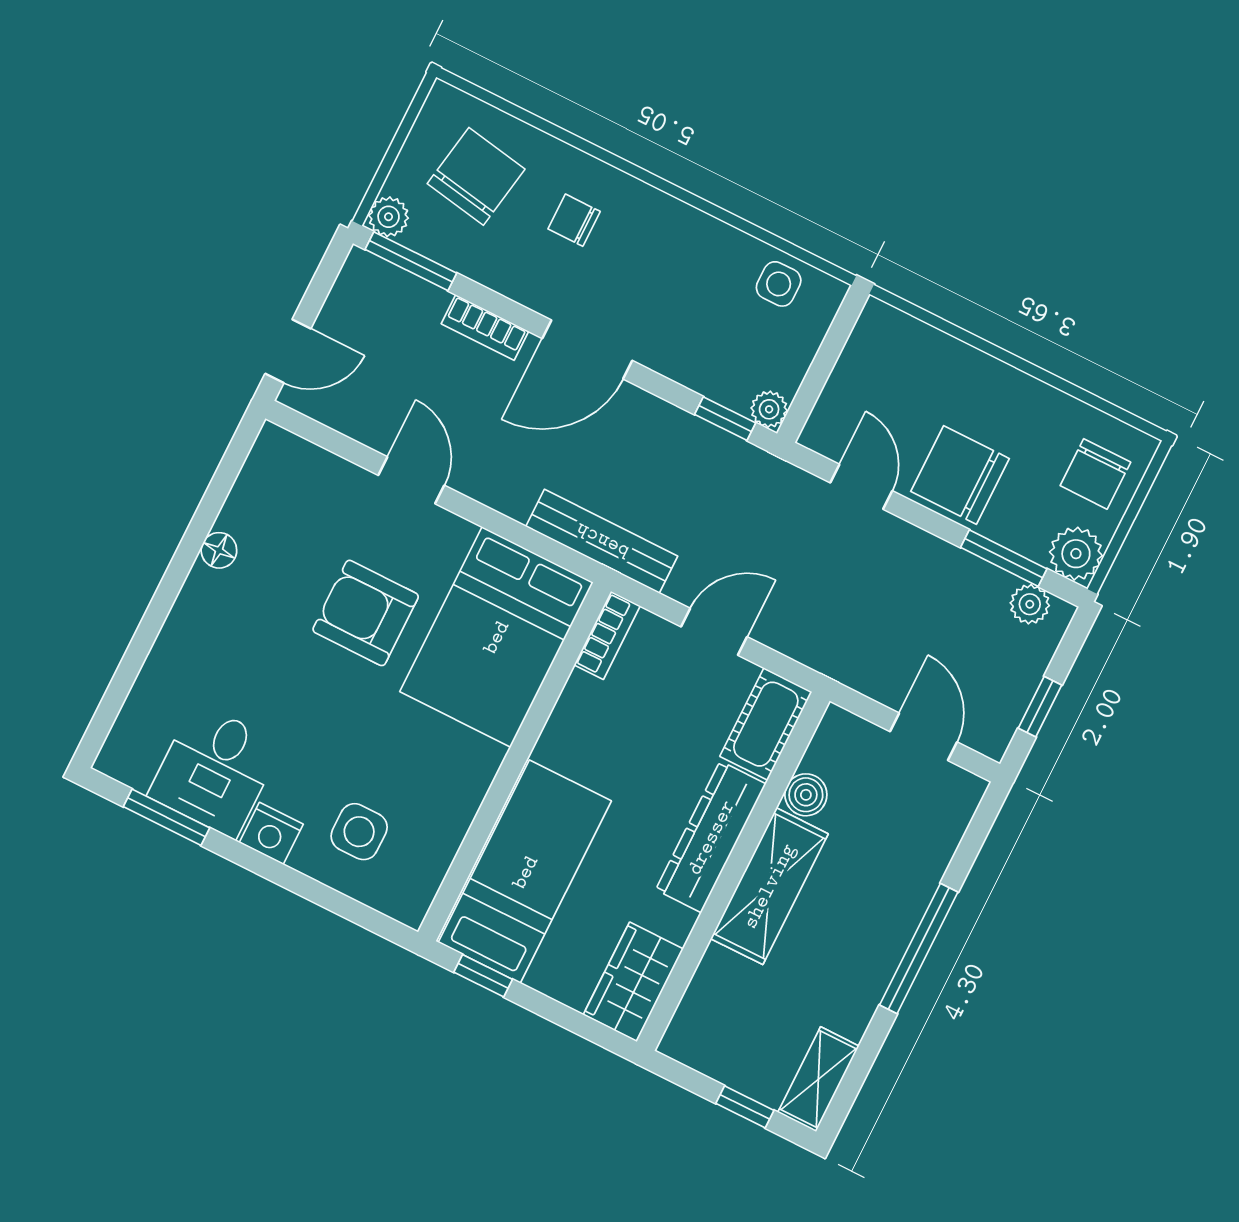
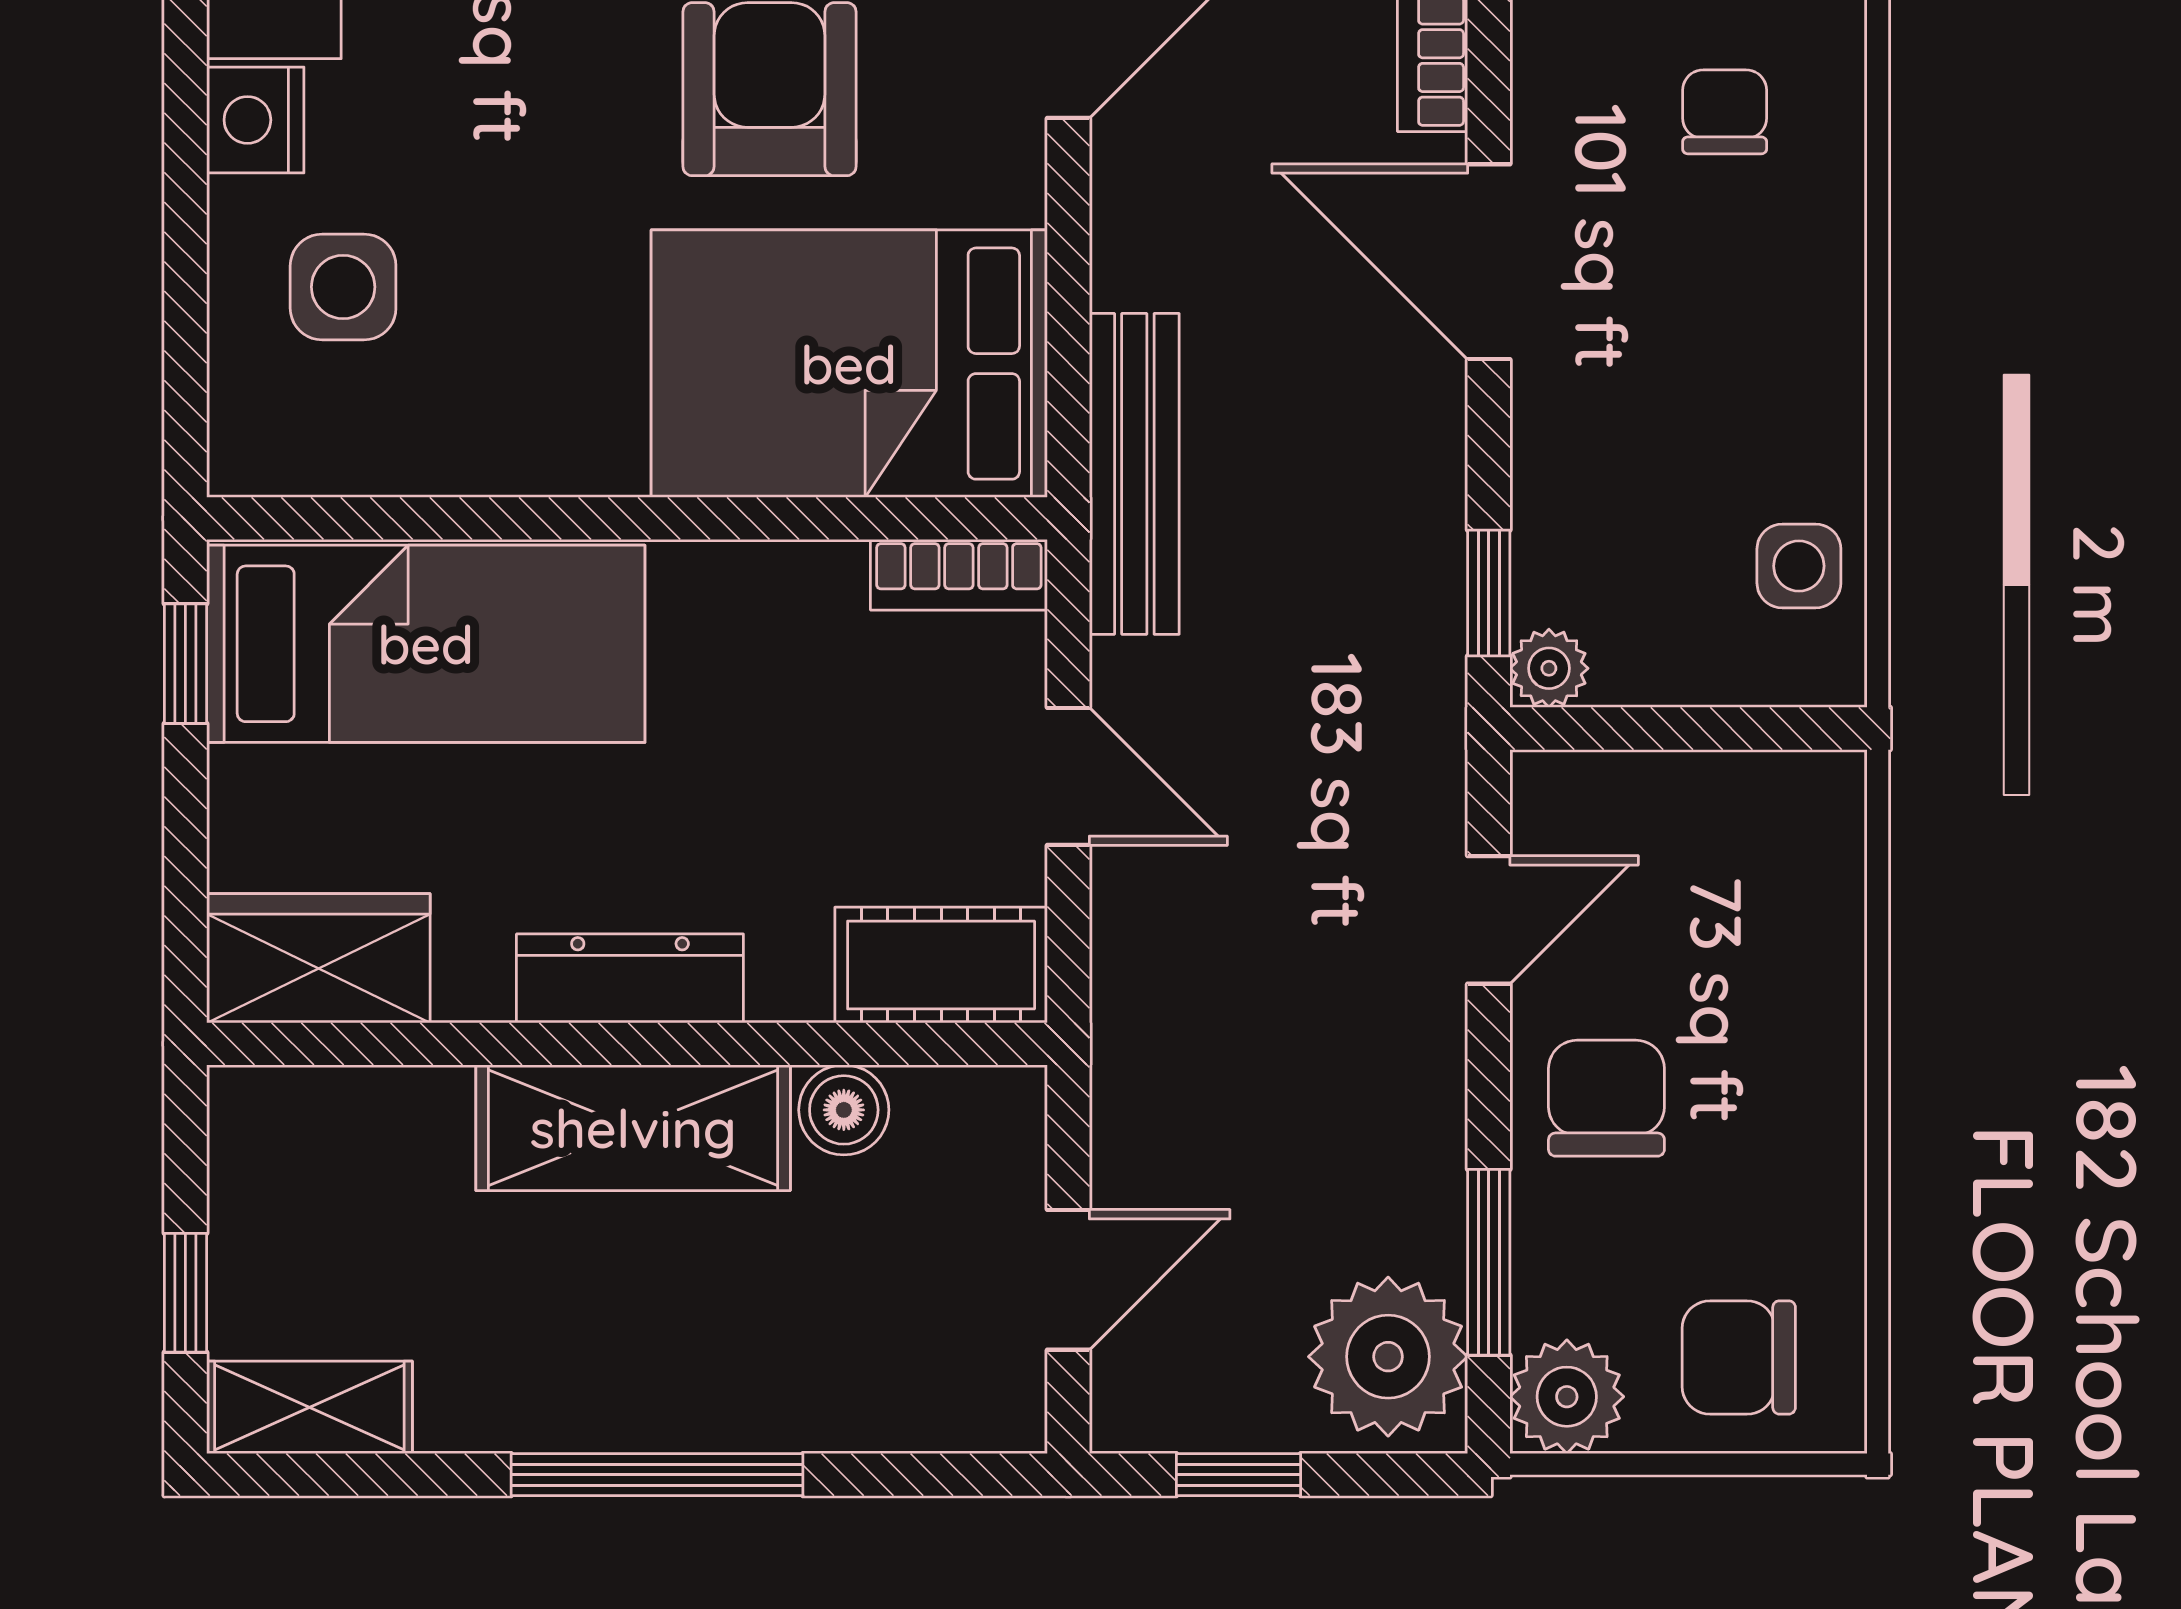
chair: (960, 475) -> (1606, 1098), width x0.73, depth x0.73
plant: (1030, 604) -> (1388, 1357), width x1.88, depth x1.88
dresser: (711, 837) -> (630, 978), width x0.73, depth x0.80

